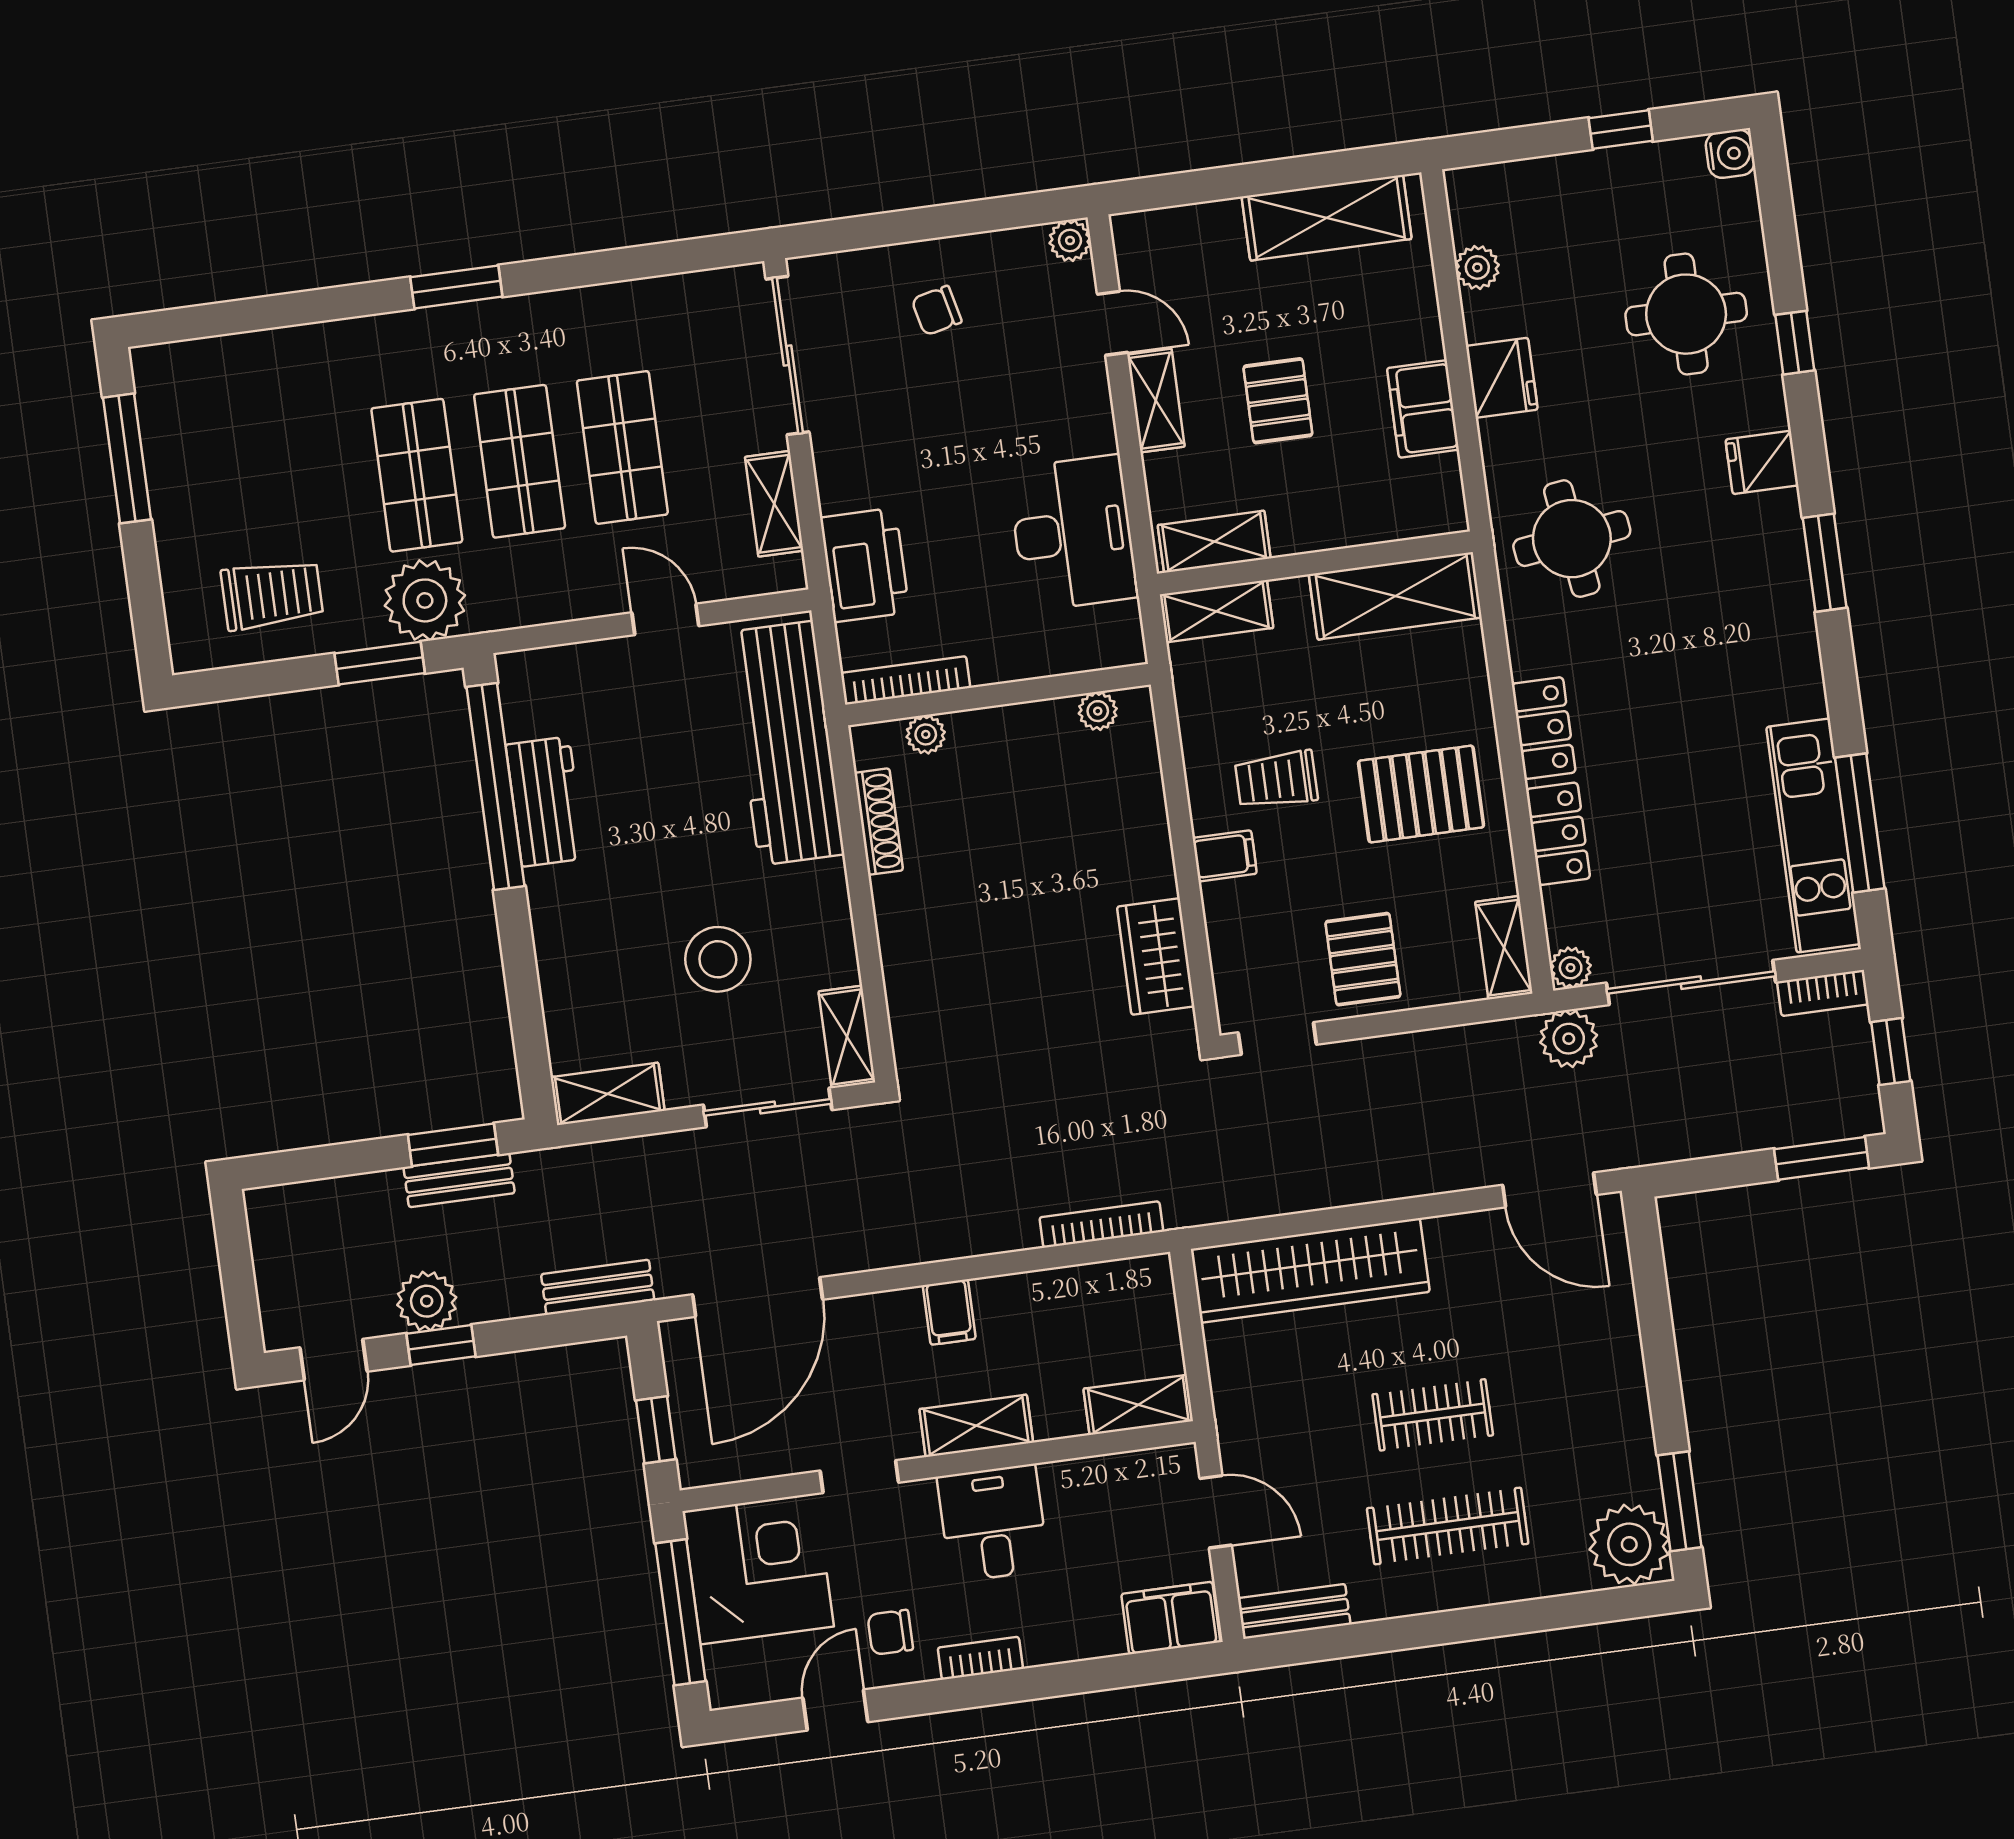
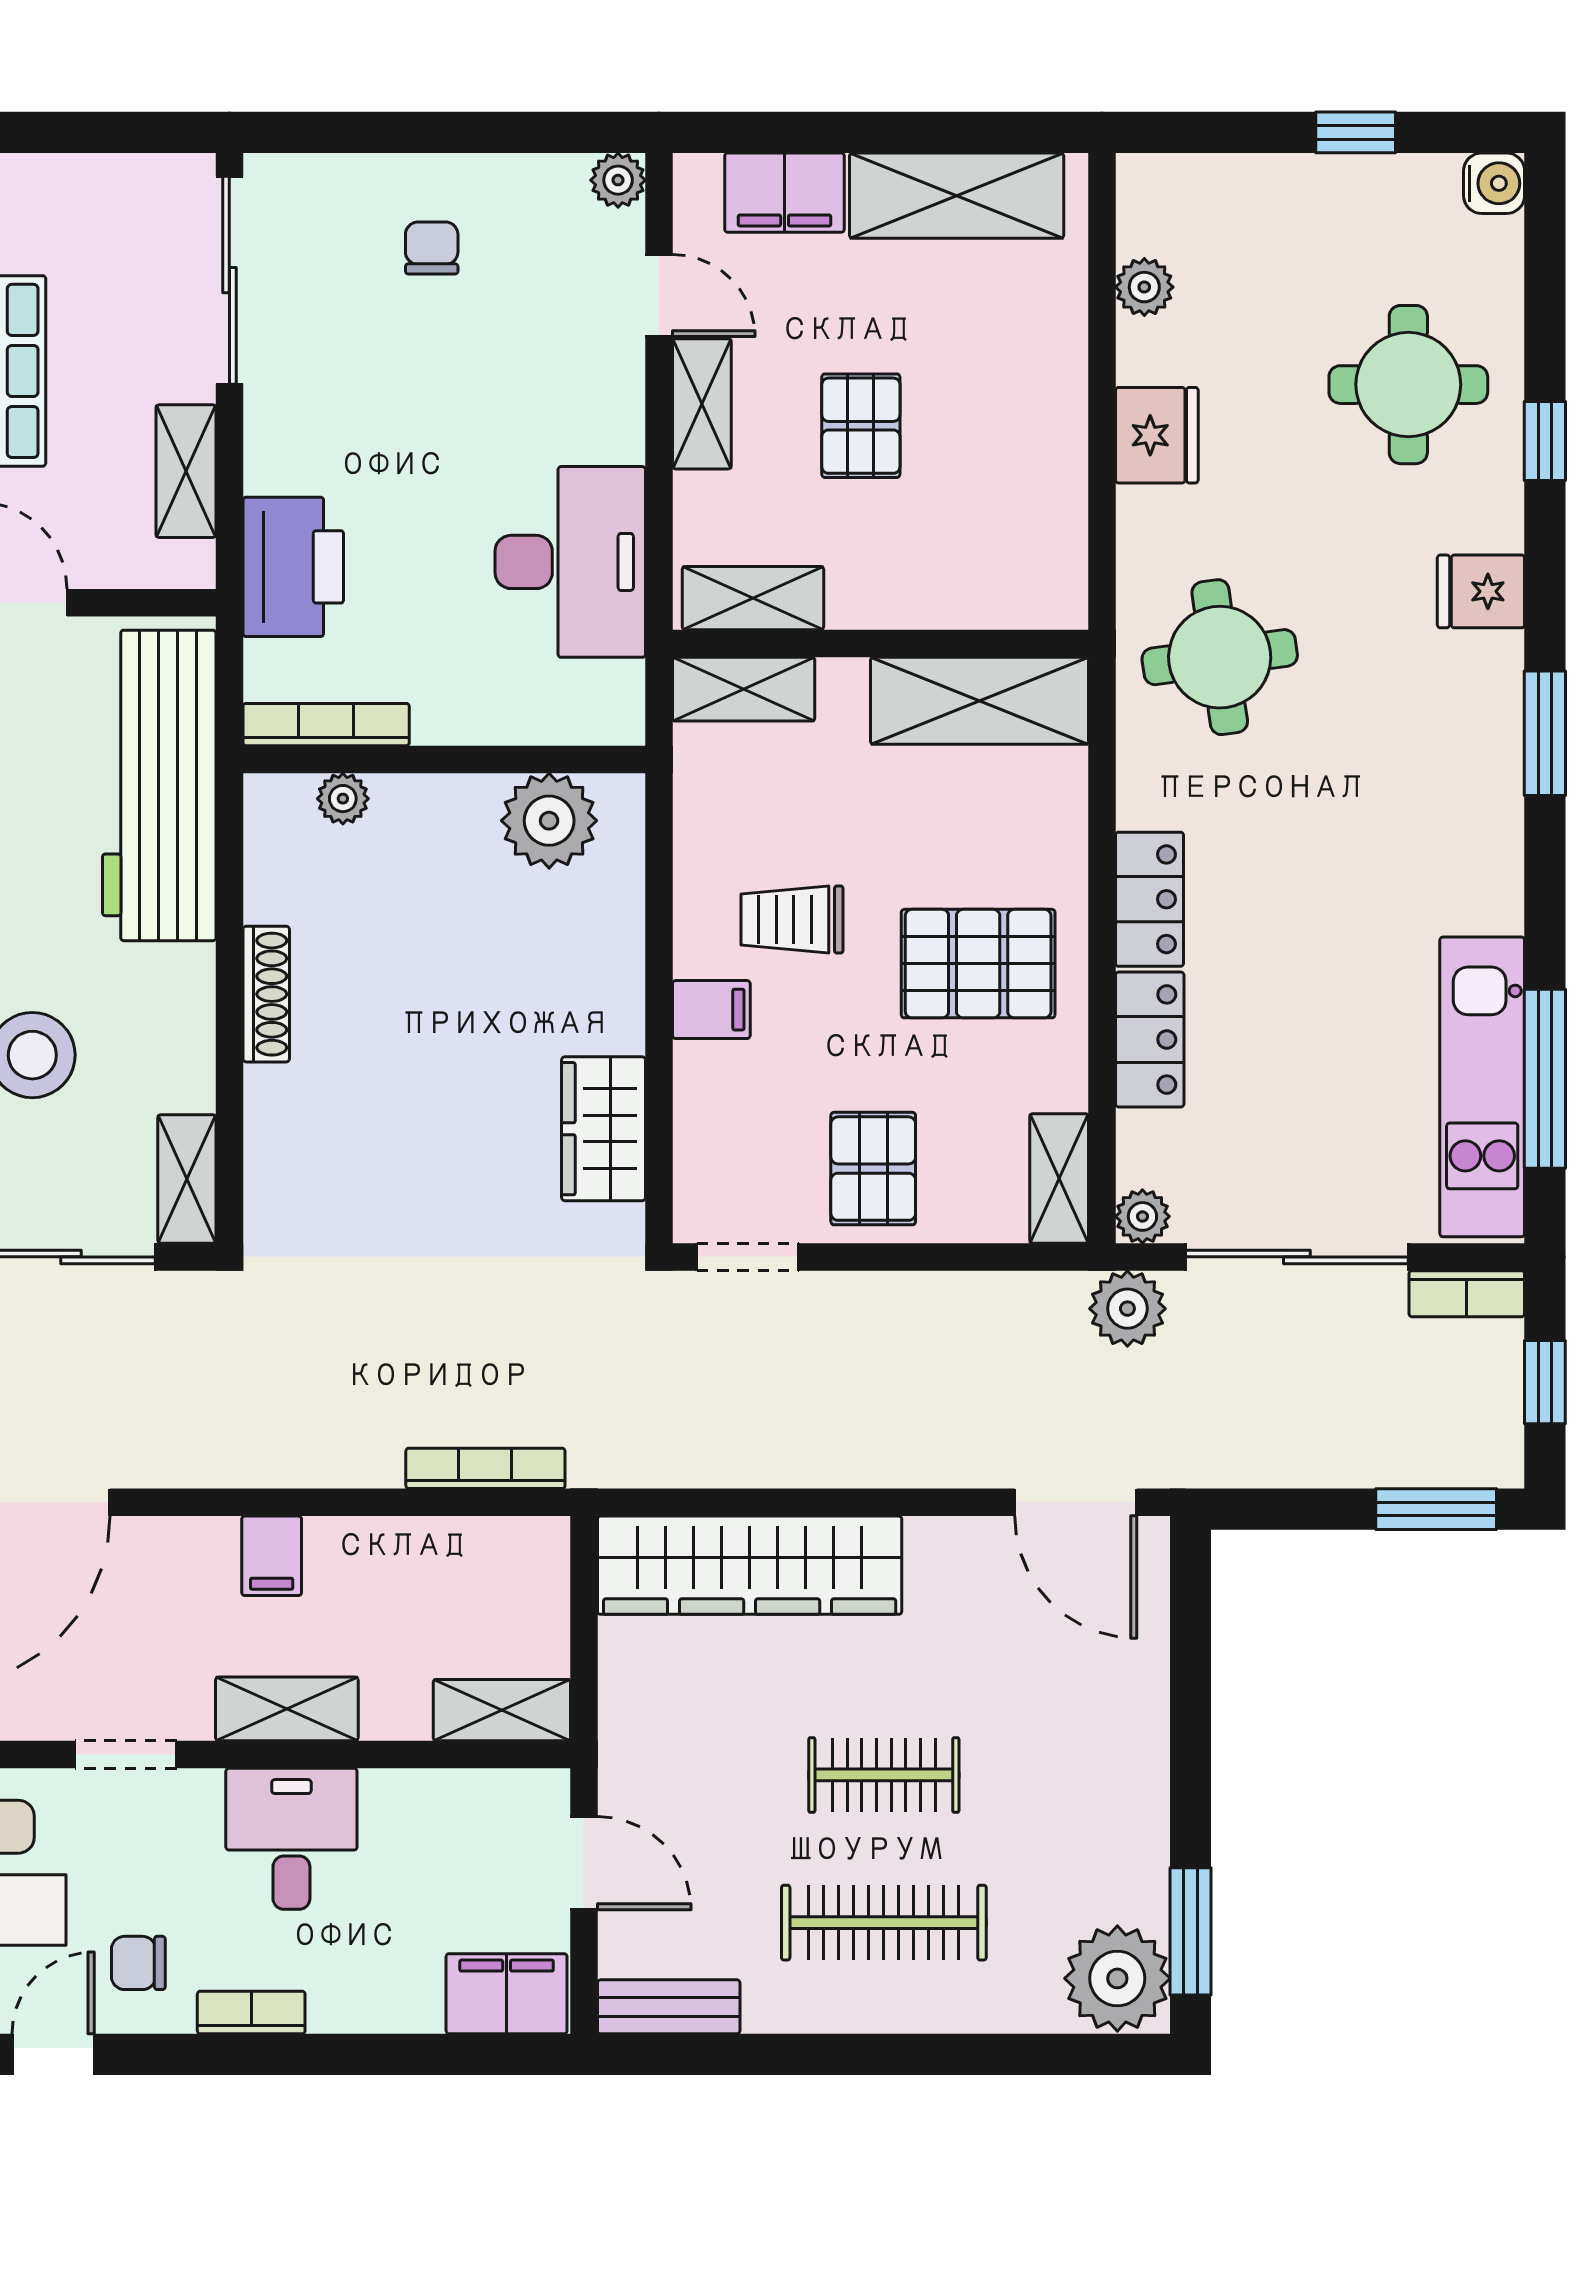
chair: (937, 311) -> (432, 248), turned 103
filing cabinet: (1423, 409) -> (785, 193), moved, turned -90
plant: (1098, 711) -> (549, 821), width x1.87, depth x1.87
shoe rack: (879, 822) -> (266, 994), moved

